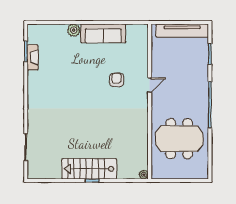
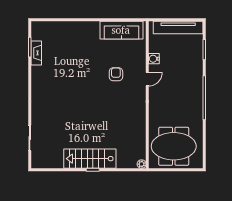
plant: (74, 30) -> (75, 27), removed
sofa: (103, 33) -> (121, 30), moved
water cooler: (157, 63) -> (154, 59), added
meeting table: (179, 139) -> (174, 146), moved

